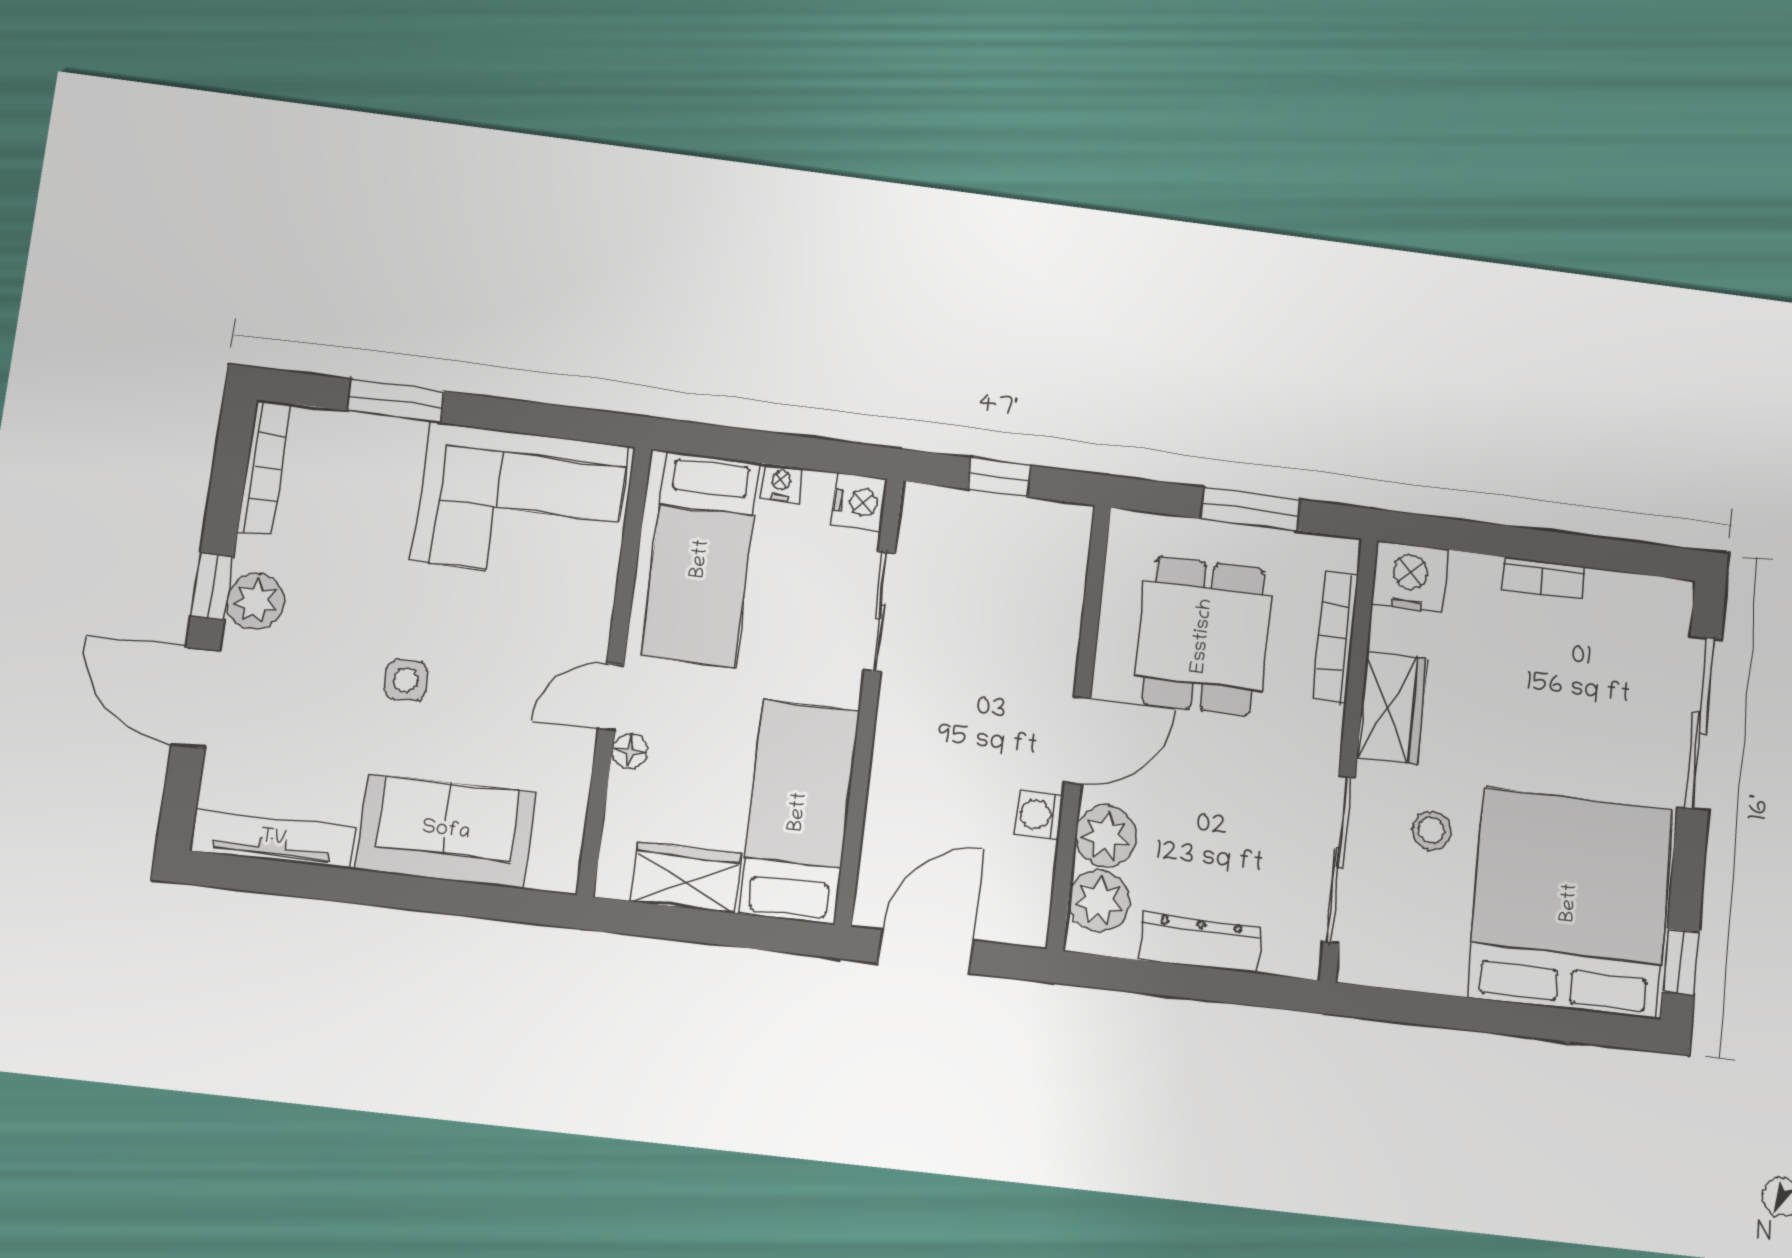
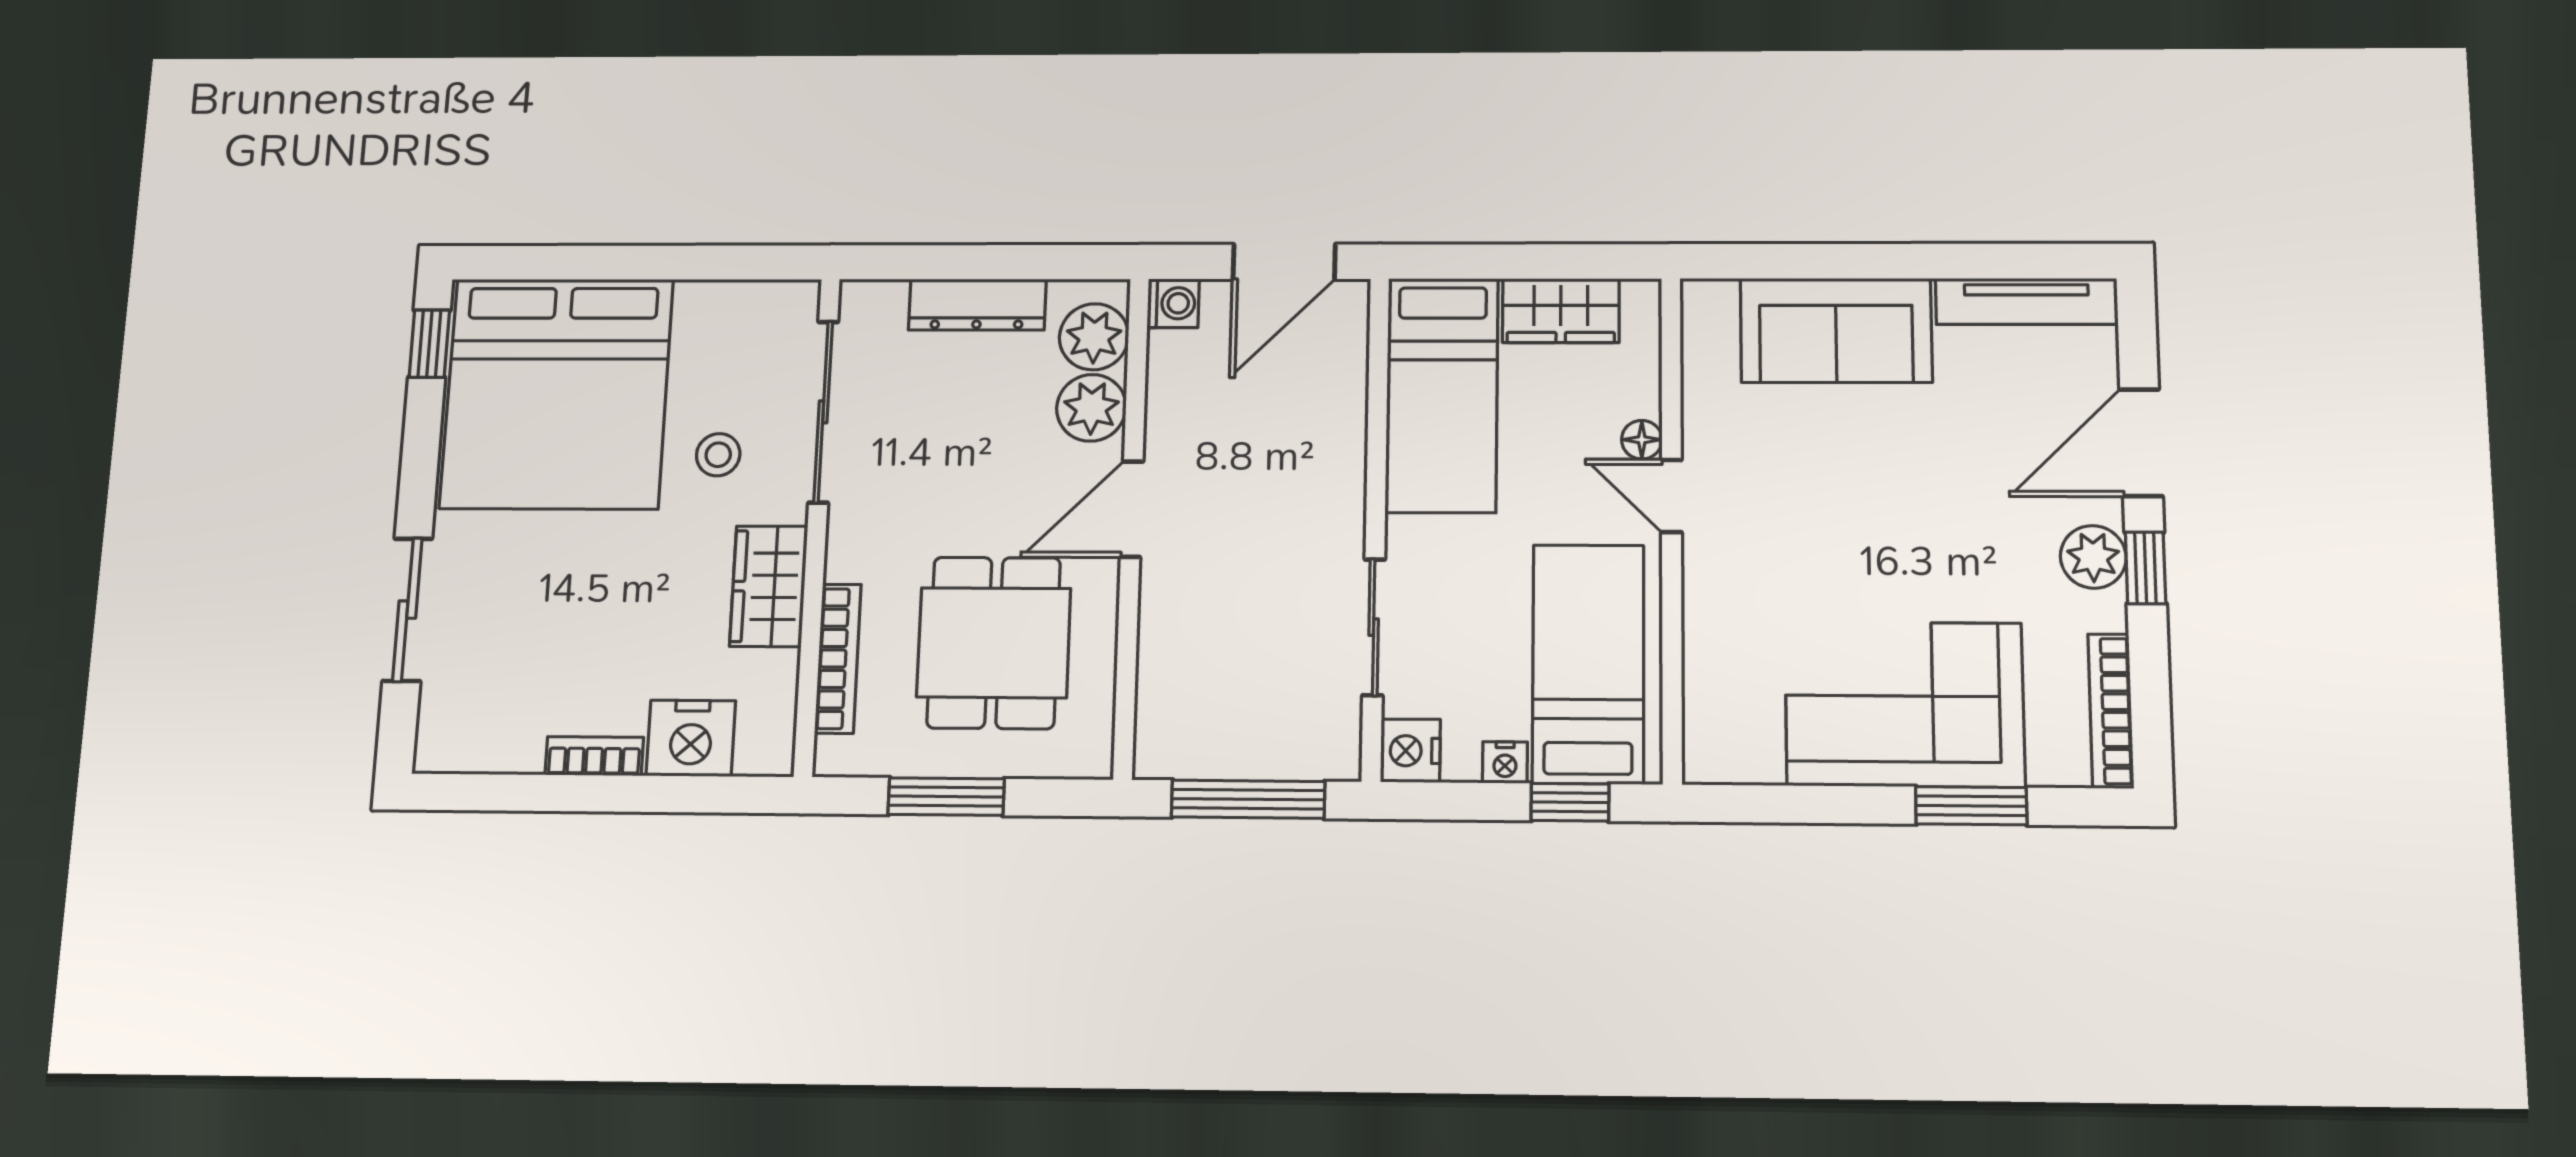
window: (731, 443) -> (1570, 802), added
window: (999, 477) -> (1248, 799), width x2.17
corner sofa: (520, 503) -> (1904, 704), moved
nightstand: (1410, 577) -> (691, 738), moved
side table: (406, 680) -> (1907, 489), removed
door: (196, 698) -> (2141, 443), swing flipped
door: (611, 698) -> (1671, 496), swing flipped
sliding door: (1699, 723) -> (407, 610), width x0.73
washing machine: (1039, 815) -> (1173, 303), moved

